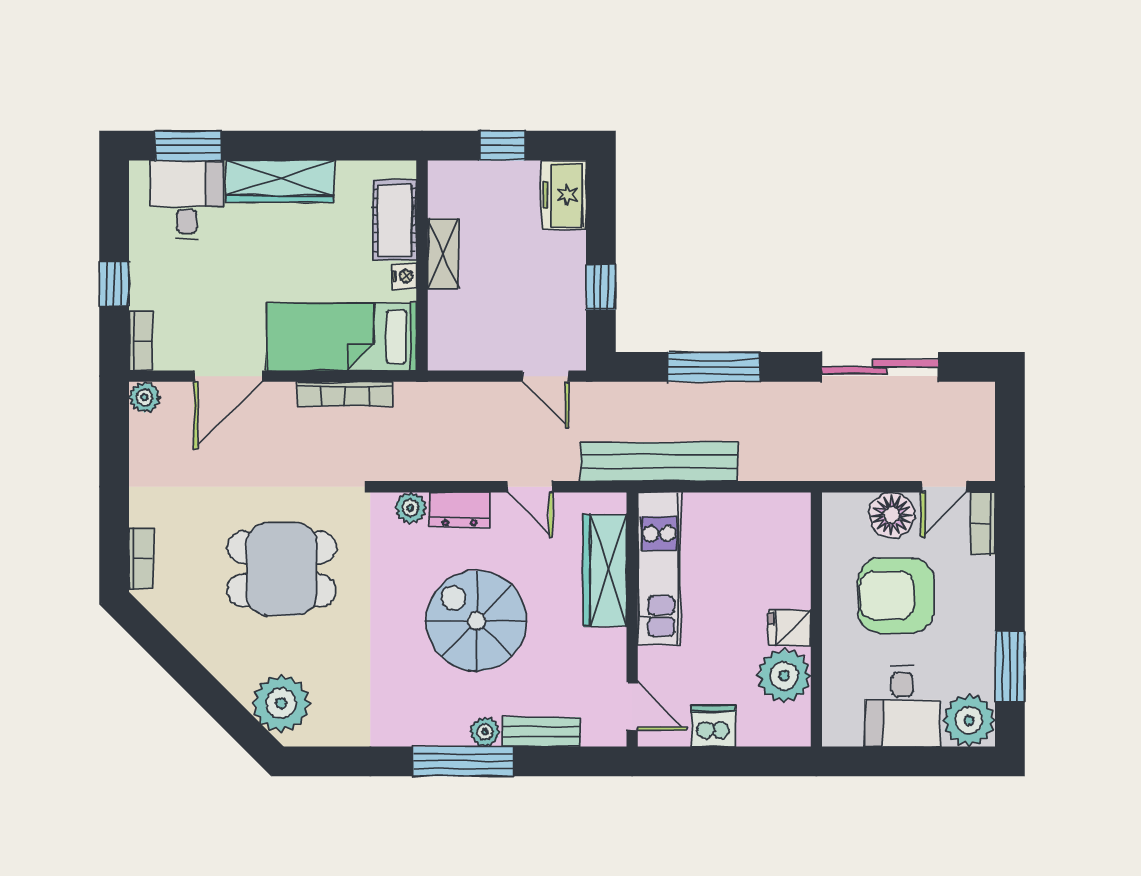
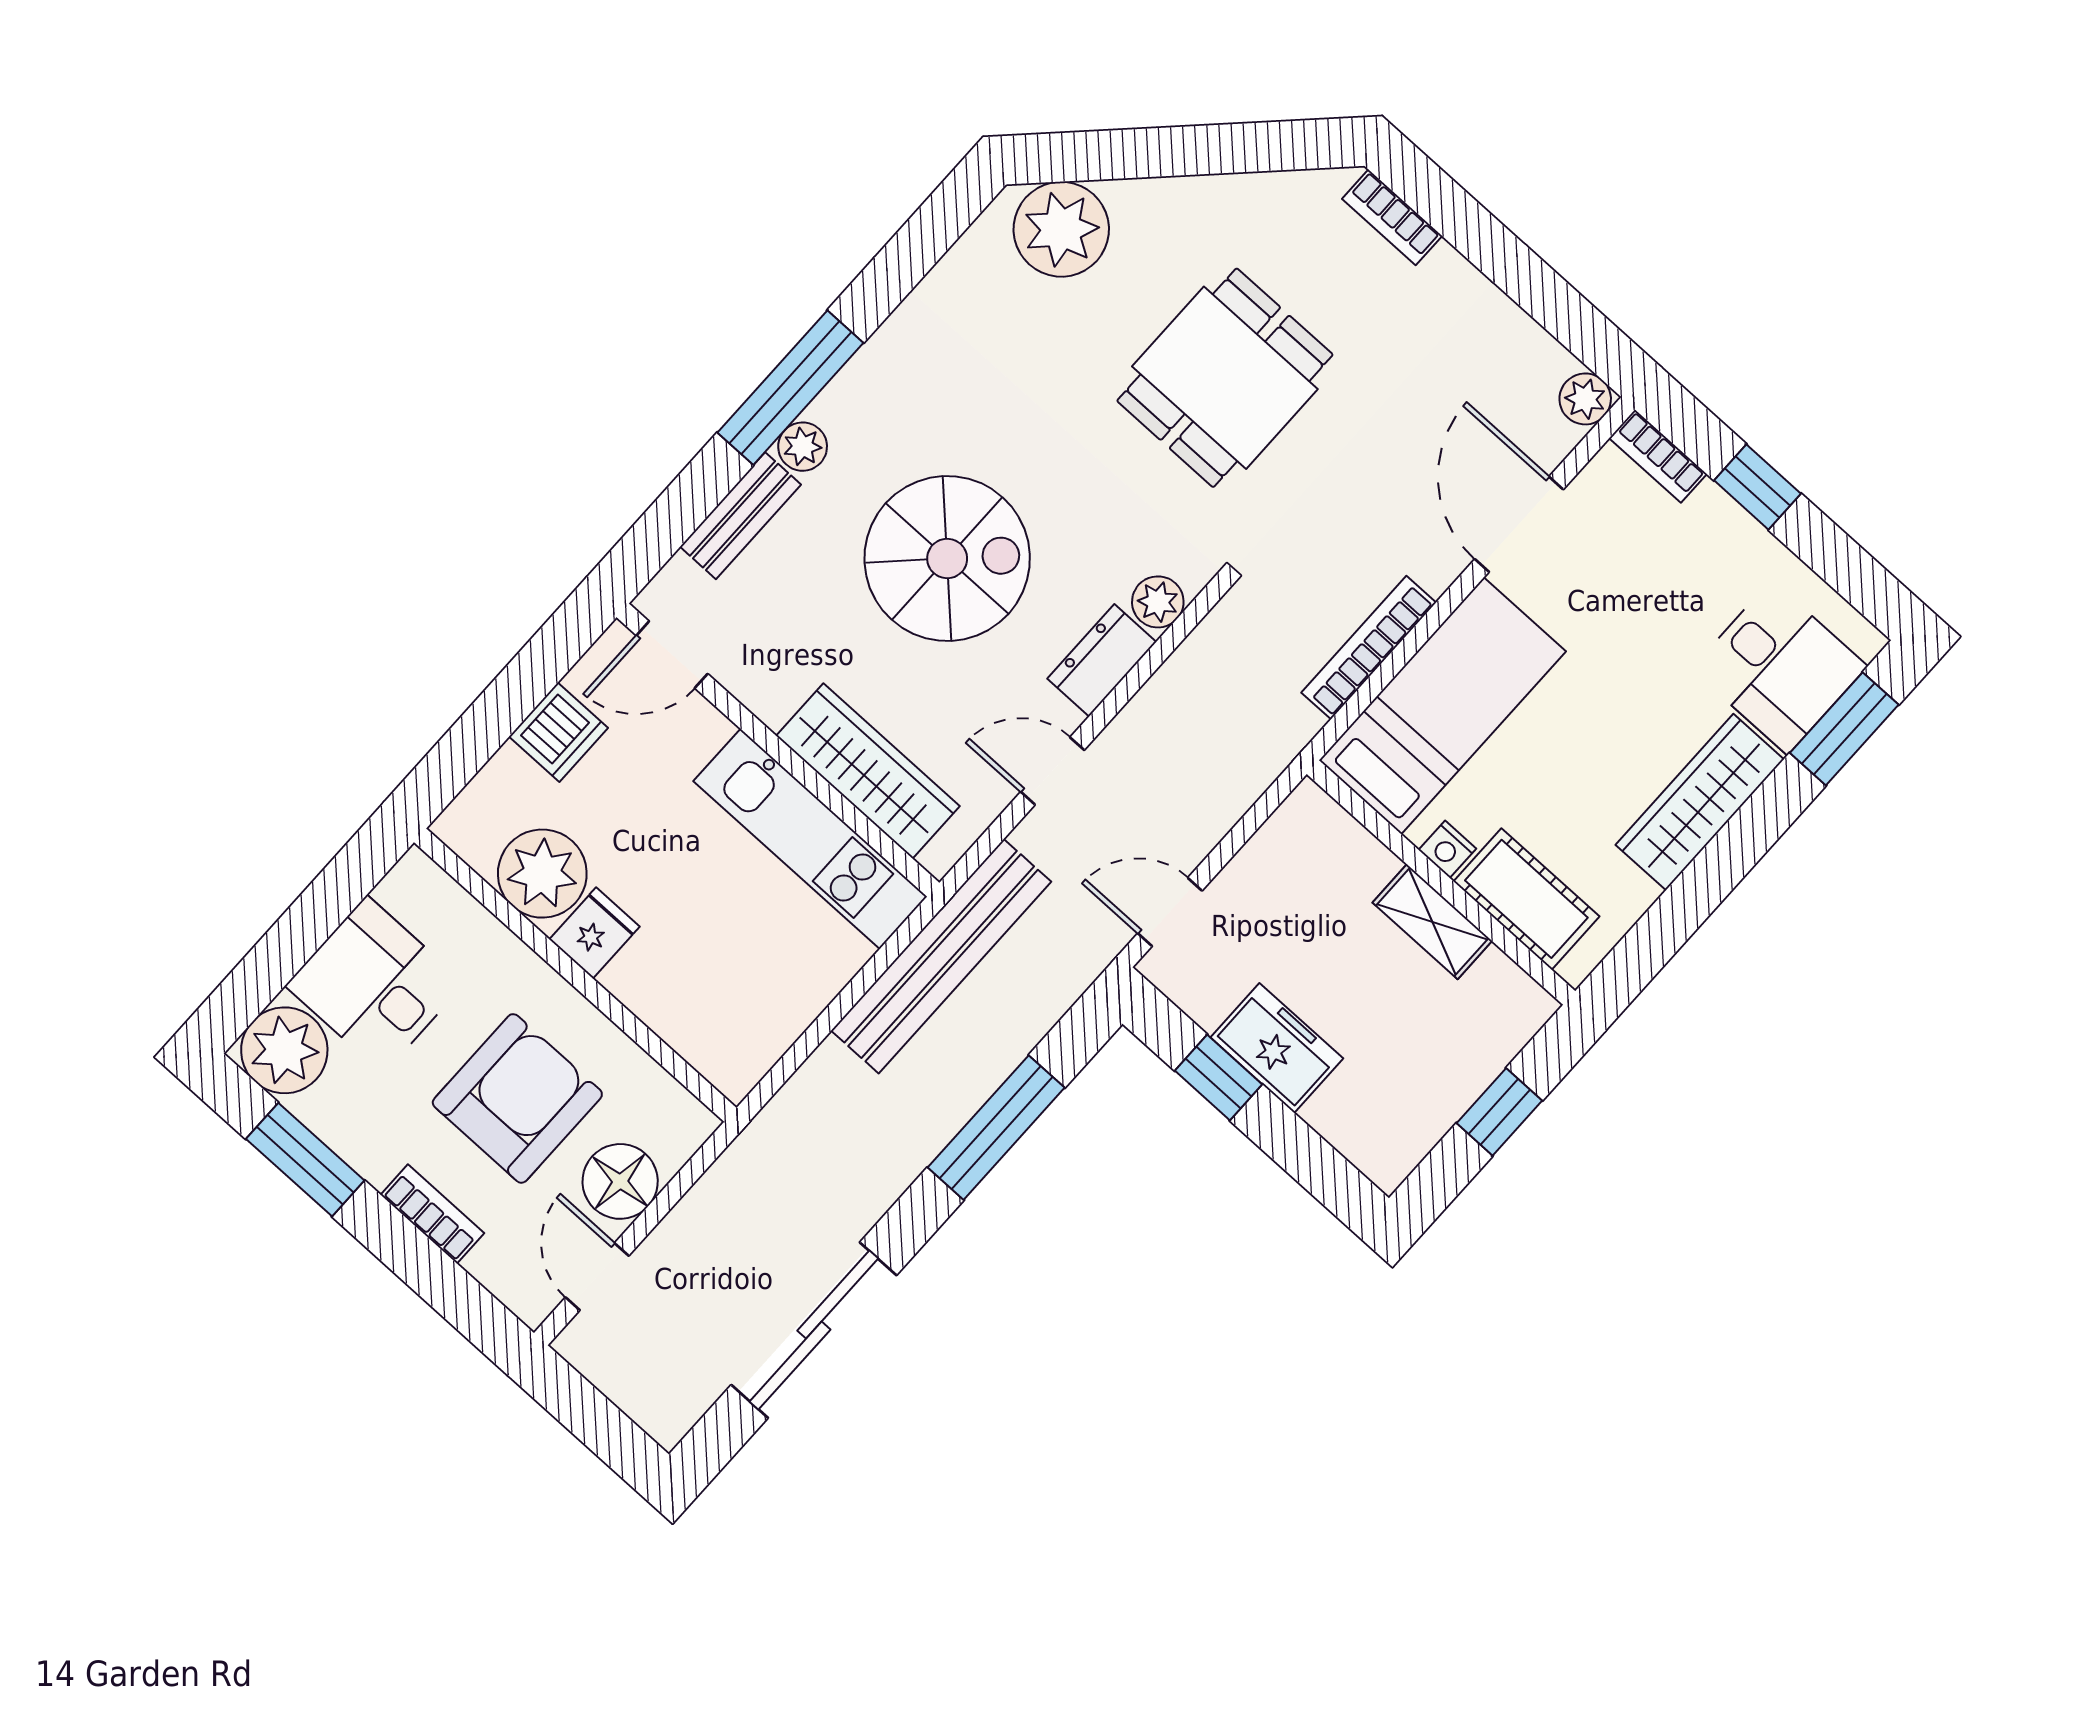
freezer: (564, 195) -> (1277, 1048), moved
bookcase: (983, 524) -> (432, 1214), moved

